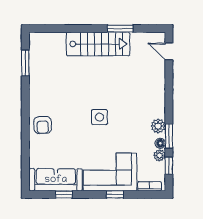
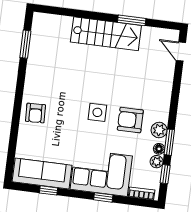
armchair: (131, 120) -> (130, 120), added

